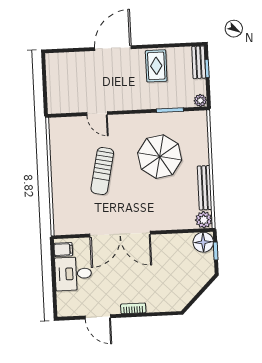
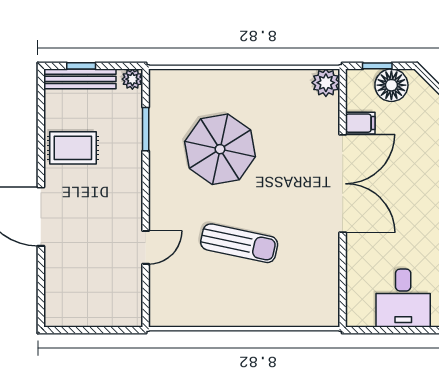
bench: (199, 62) -> (80, 79), width x1.36
bench: (205, 188) -> (274, 79), removed
double door: (120, 234) -> (343, 184), moved
floor lamp: (203, 242) -> (391, 85), moved
filing cabinet: (63, 250) -> (360, 123), moved, turned 90

